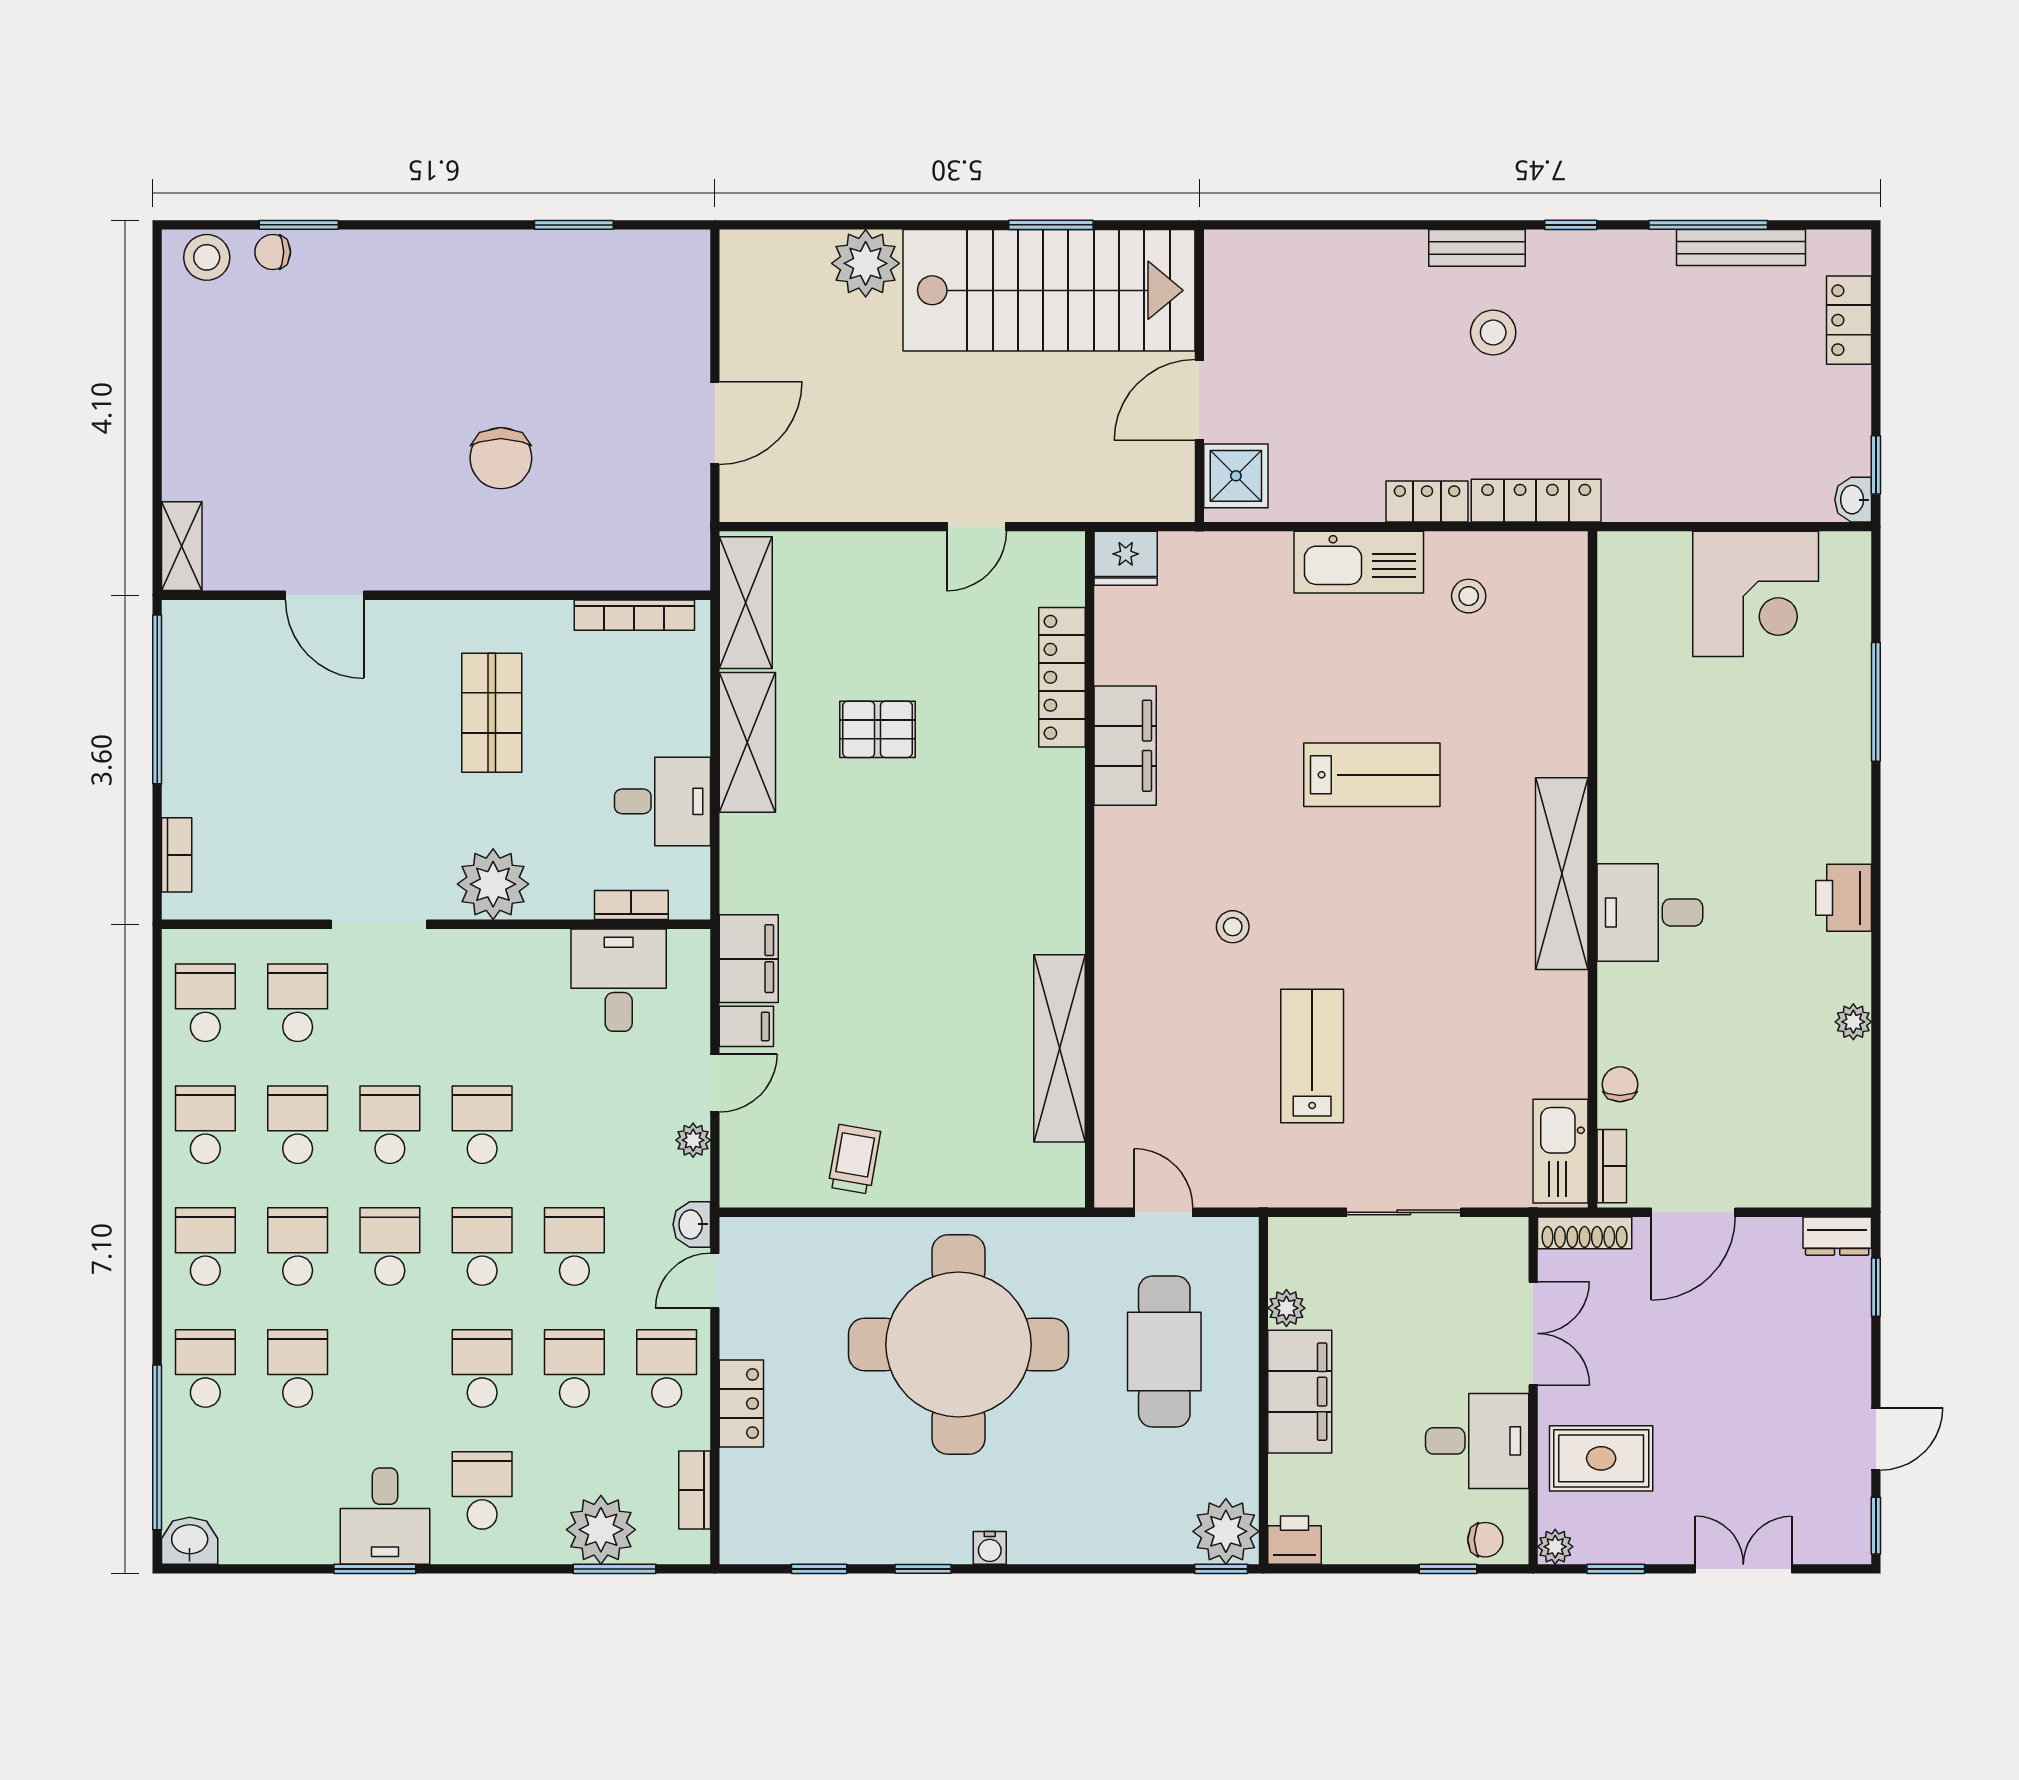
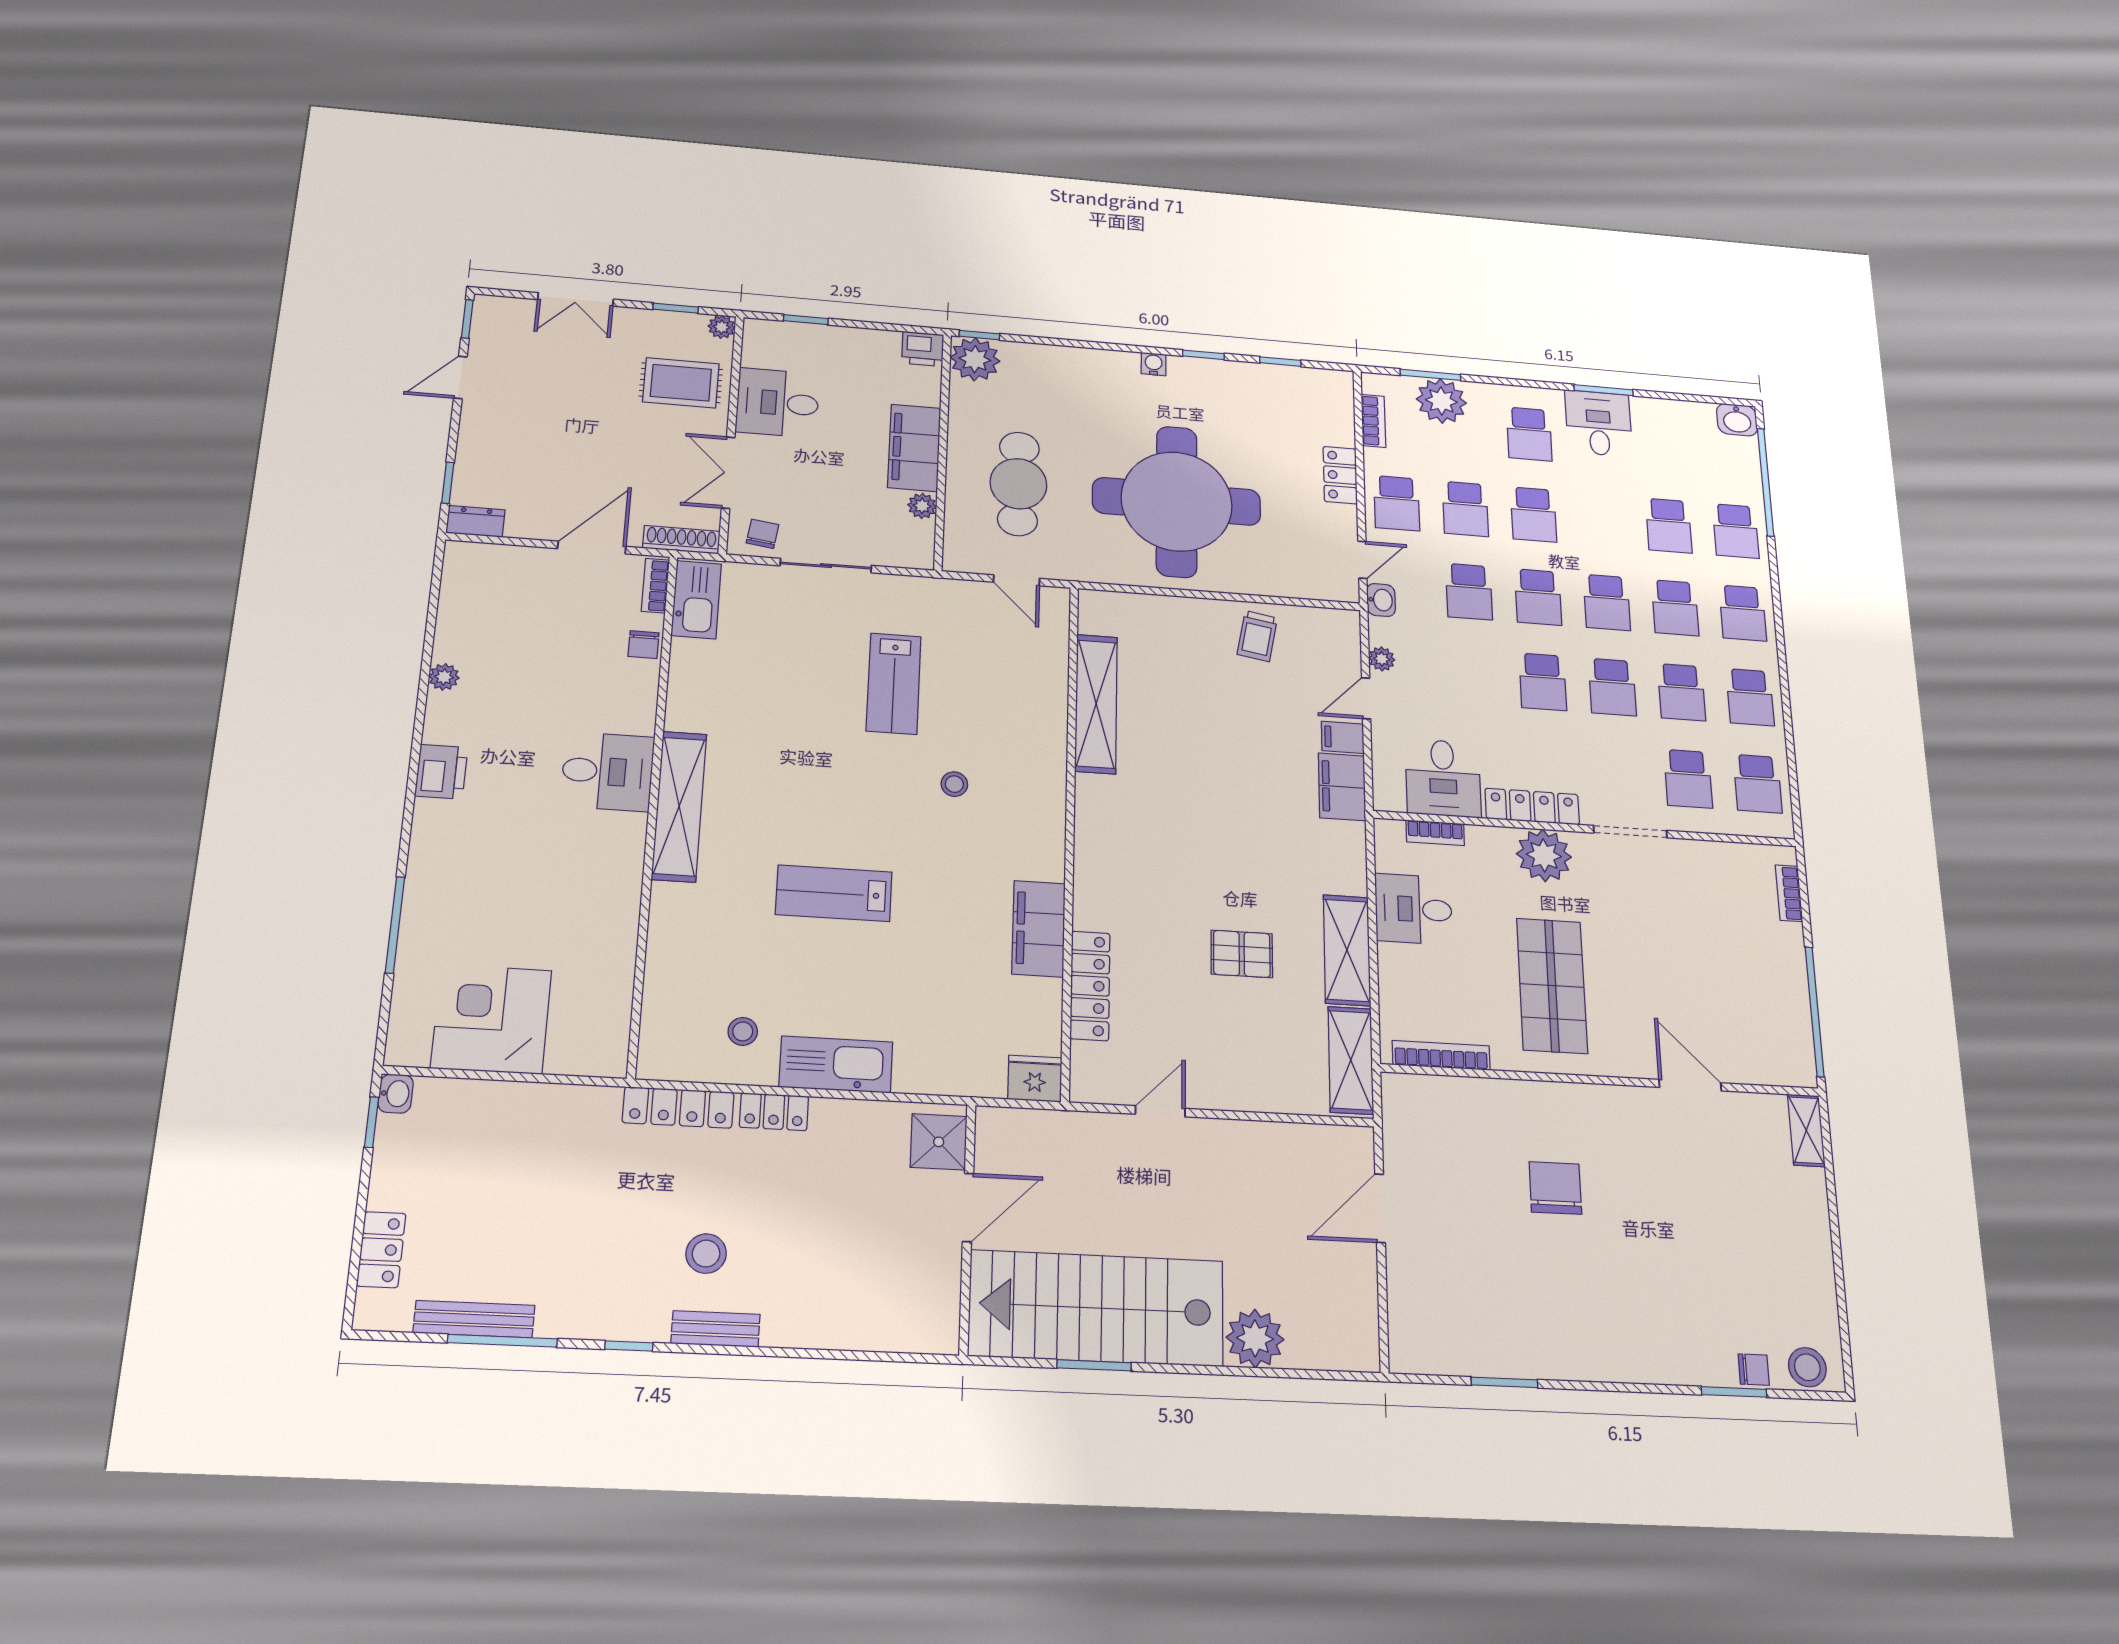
shop shelf: (492, 713) -> (1552, 986), width x1.43, depth x1.36
locker: (505, 950) -> (1532, 806), added
chair: (1485, 1540) -> (763, 534), moved, turned 98

